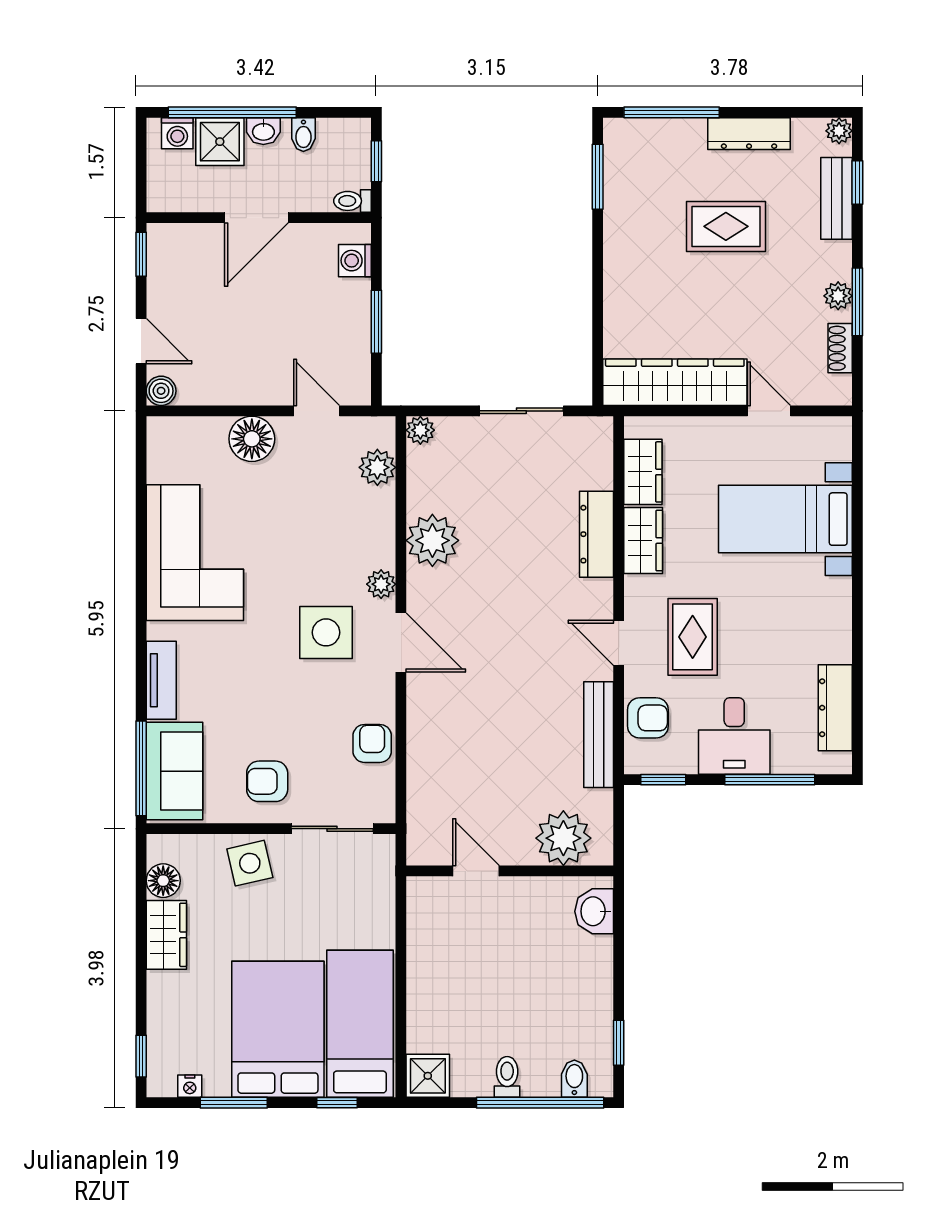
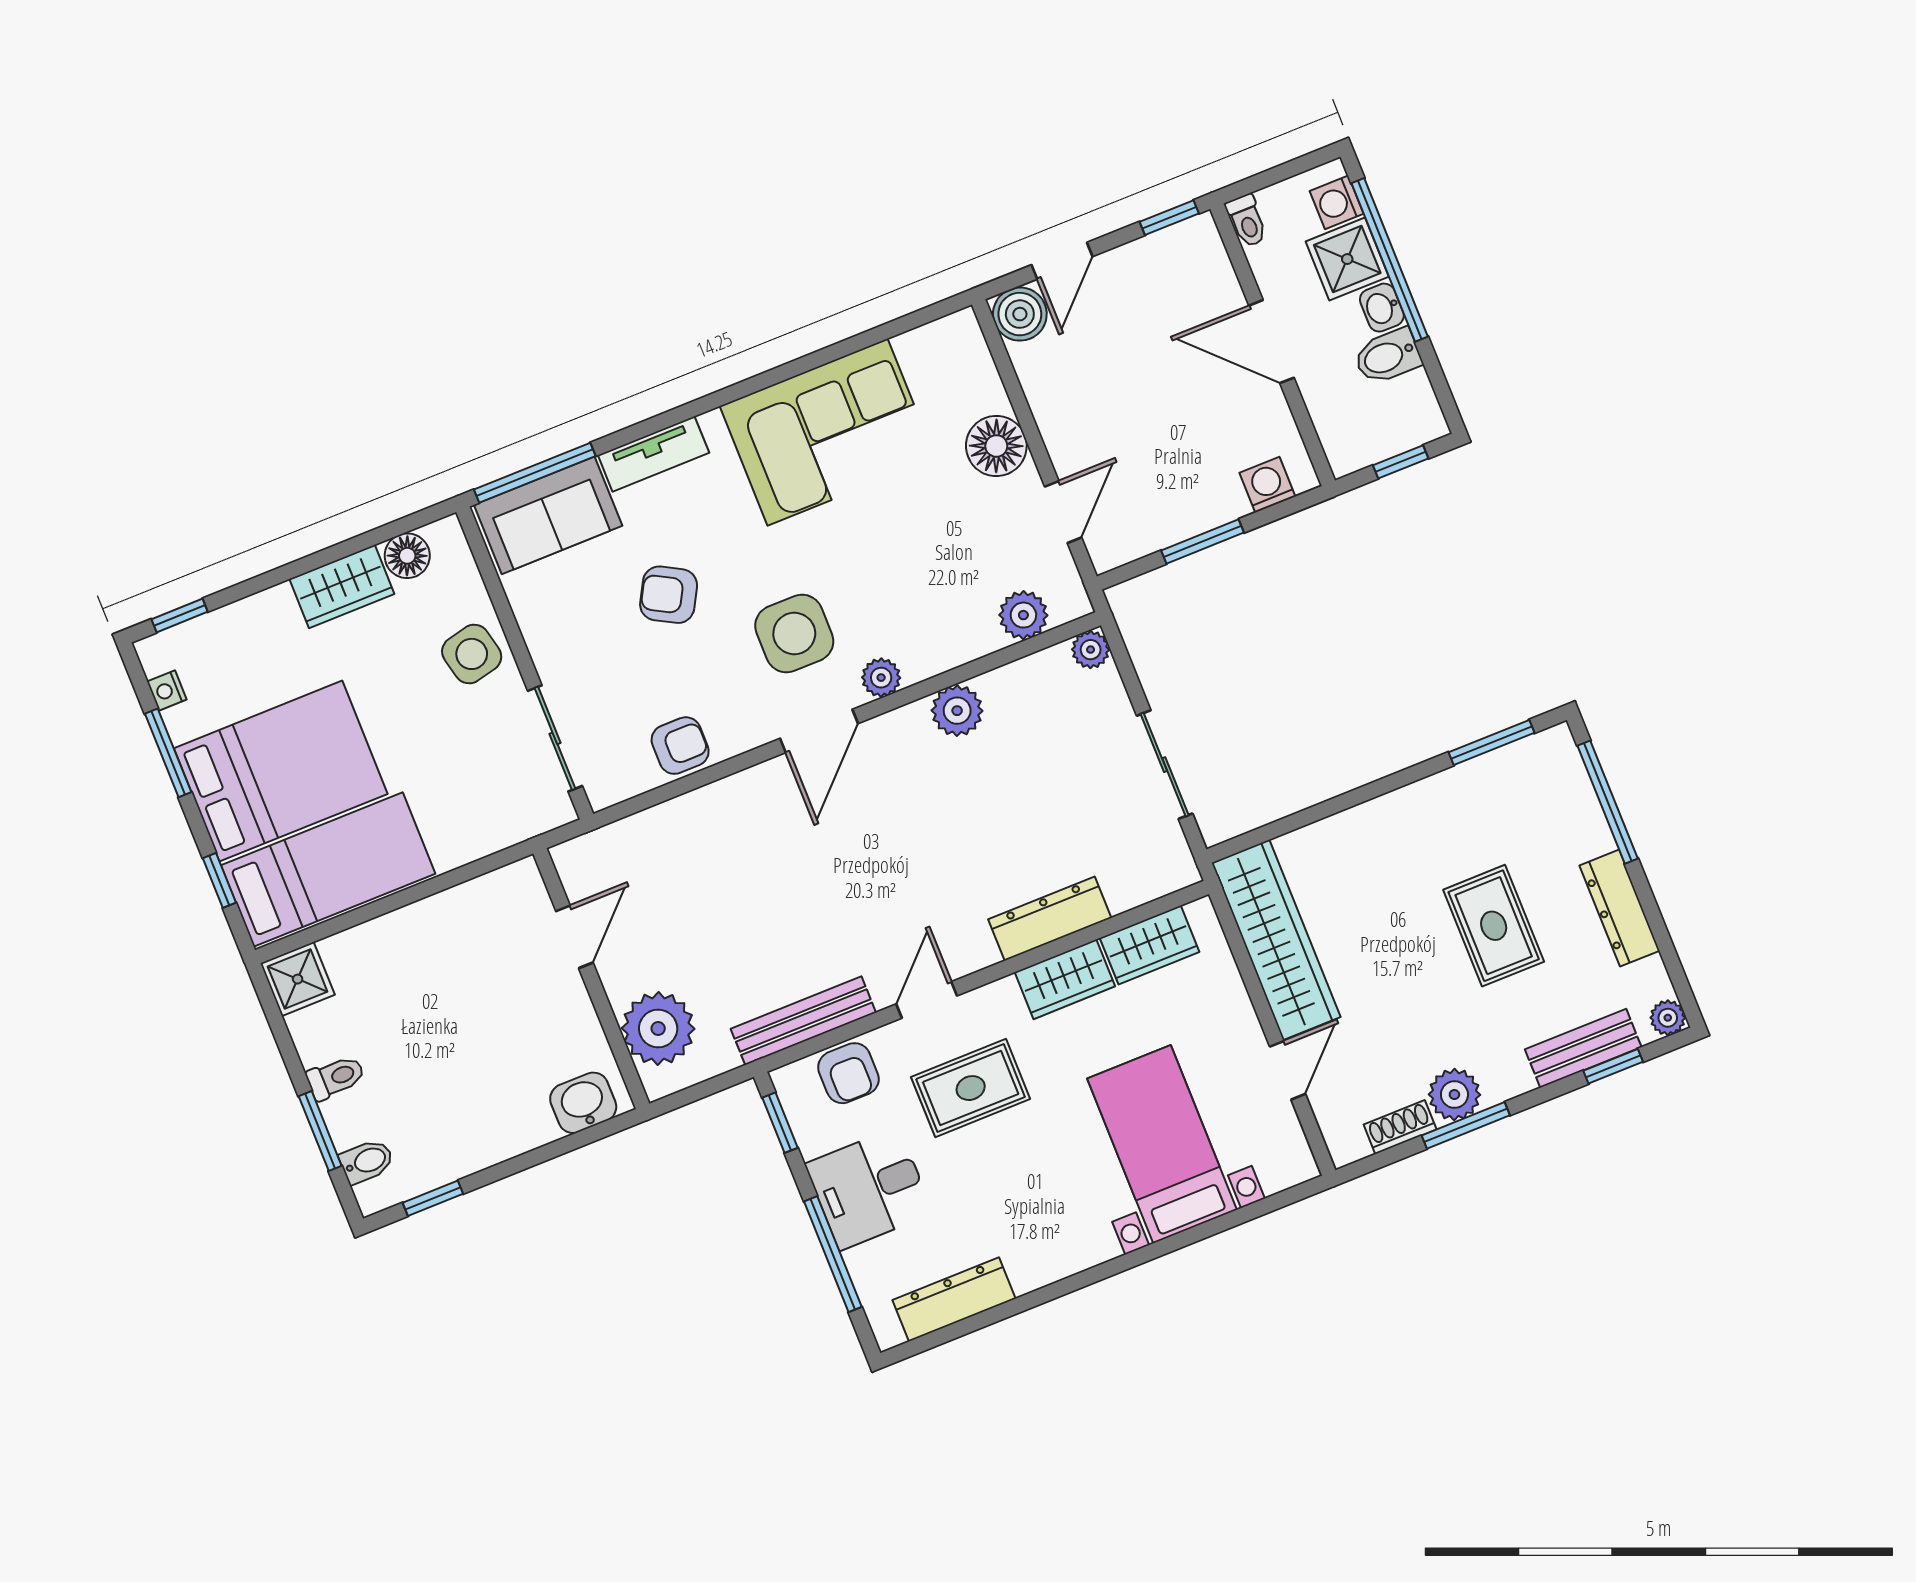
bidet: (303, 135) -> (1388, 356), width x1.38, depth x1.36
toilet: (352, 201) -> (1247, 221), moved, turned 180
plant: (838, 296) -> (1454, 1095), width x1.38, depth x1.38
boiler: (161, 391) -> (1020, 314), width x1.36, depth x1.36
plant: (432, 540) -> (957, 711), width x0.73, depth x0.73
armchair: (267, 781) -> (669, 595), moved, turned -61
window: (540, 1103) -> (320, 1131), width x0.47

